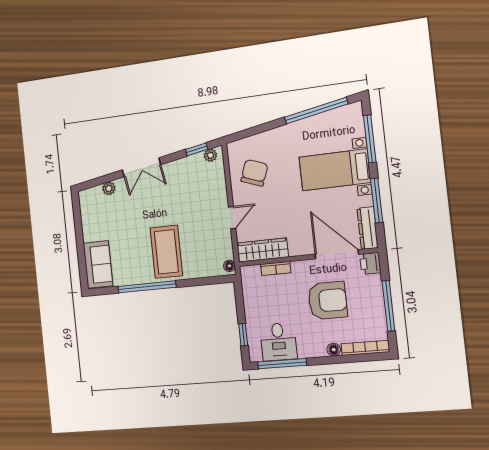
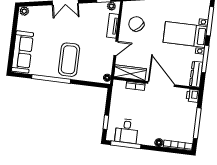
chair: (254, 173) -> (136, 24), turned -65
tv unit: (219, 185) -> (113, 26), added
plant: (109, 188) -> (24, 11), moved
door: (337, 254) -> (161, 84), moved
sofa: (98, 265) -> (22, 52), width x1.36
armchair: (328, 301) -> (162, 112), removed

